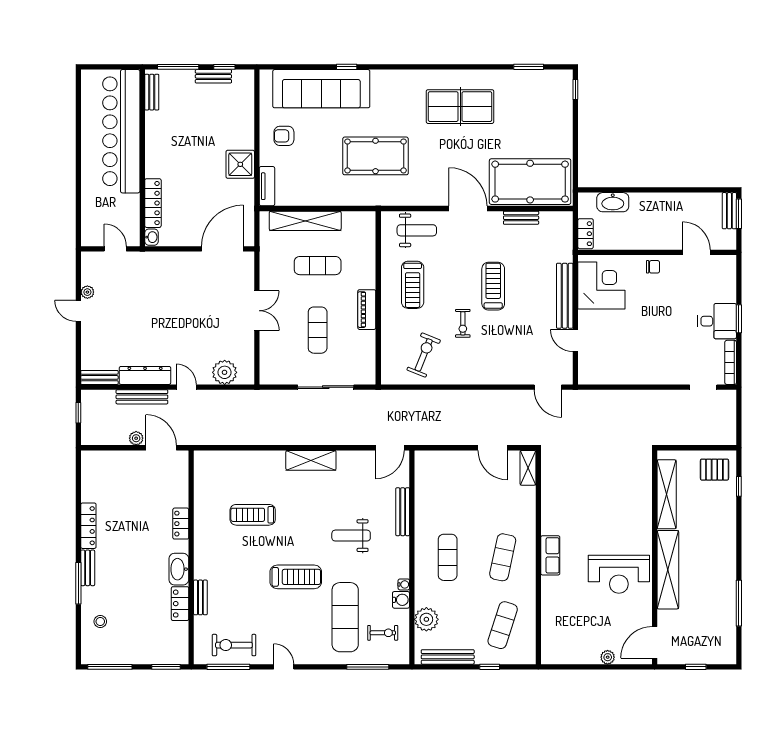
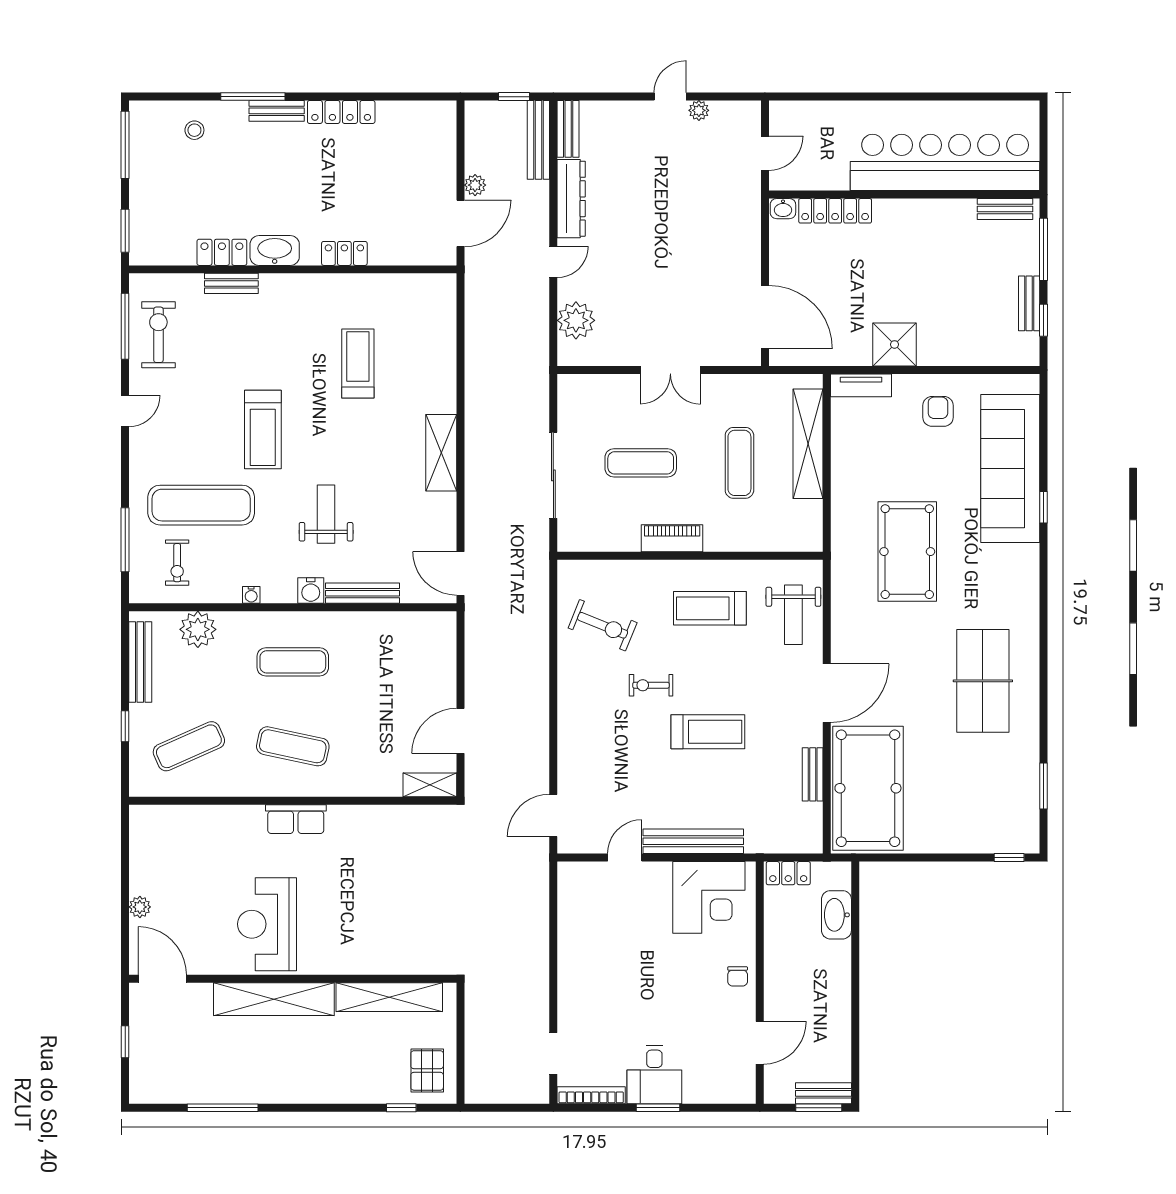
bench: (142, 397) -> (538, 140), moved
water cooler: (401, 600) -> (311, 591), moved
exercise mat: (503, 625) -> (189, 746), turned -42

